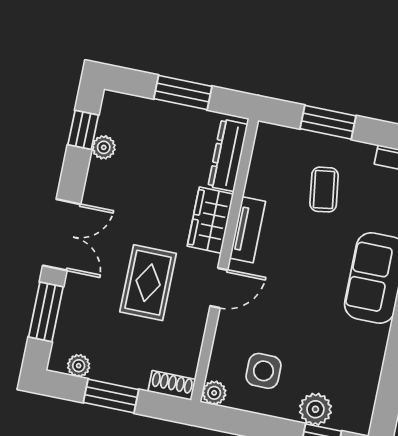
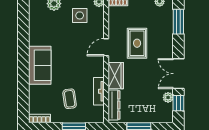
tv unit: (248, 230) -> (99, 91), moved
double door: (62, 235) -> (178, 74), moved

